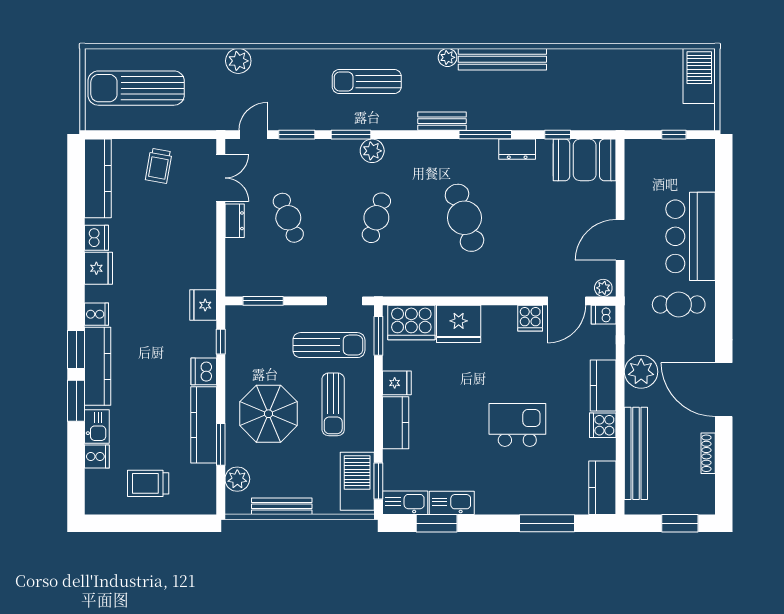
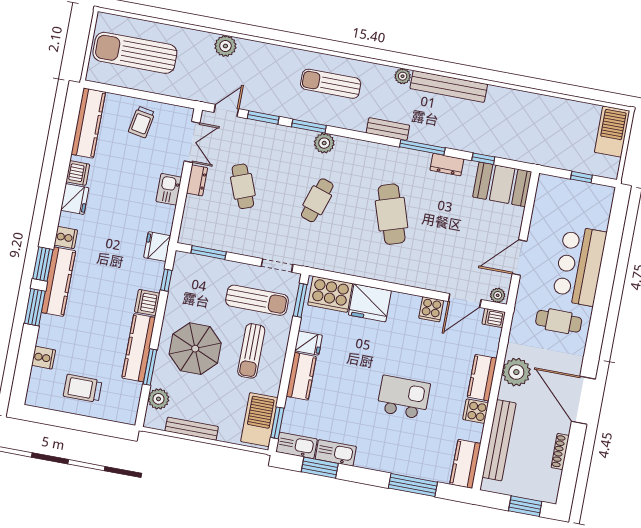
kitchen sink: (97, 426) -> (169, 189), moved, turned 180

